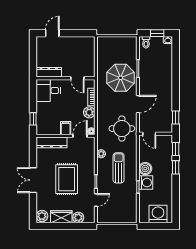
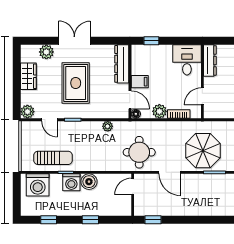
window: (176, 149) -> (49, 220), moved
sun lounger: (119, 168) -> (53, 158), moved
rug: (67, 179) -> (76, 83), turned 90
washing machine: (158, 214) -> (38, 185), moved, turned 90
plant: (42, 216) -> (46, 52), moved
plant: (78, 218) -> (27, 112), moved

